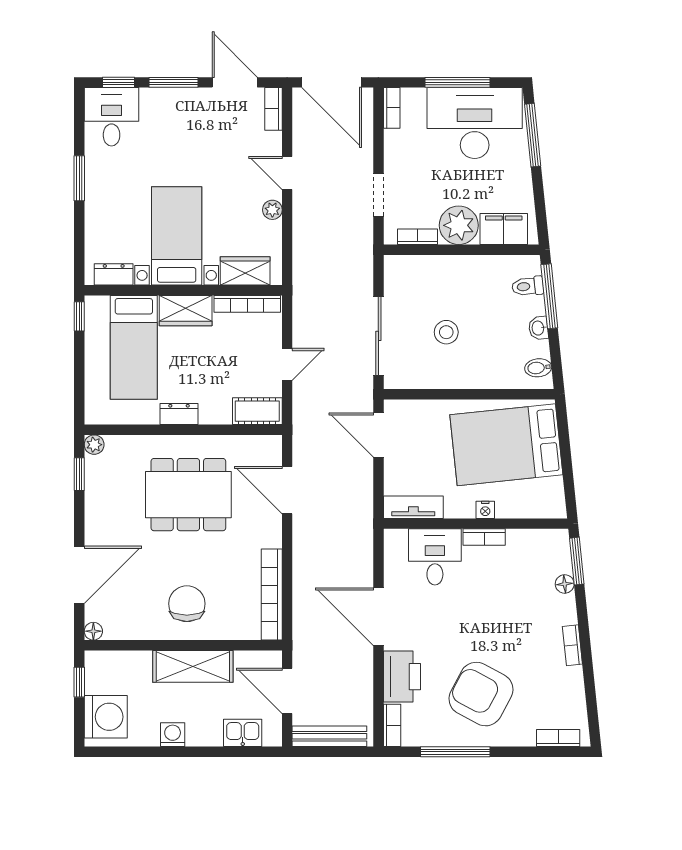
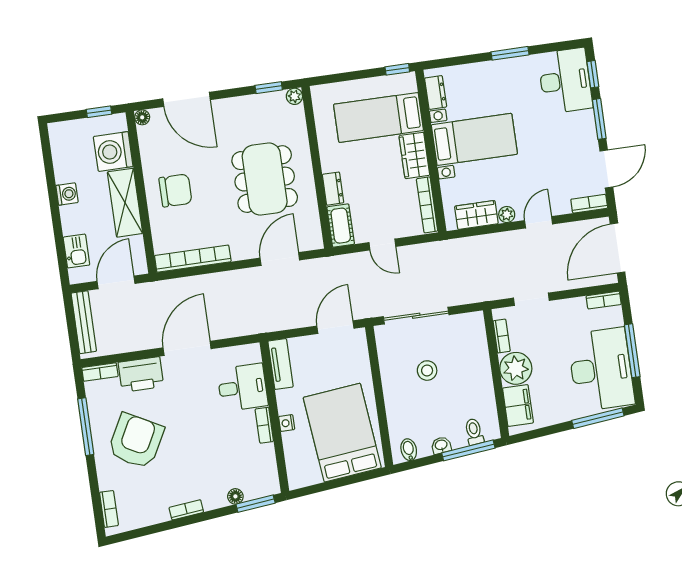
desk: (112, 117) -> (565, 81), width x1.37
wardrobe: (245, 271) -> (476, 215), moved, turned -90
dresser: (179, 414) -> (333, 189), moved
washing machine: (106, 717) -> (113, 152), moved, turned 90

